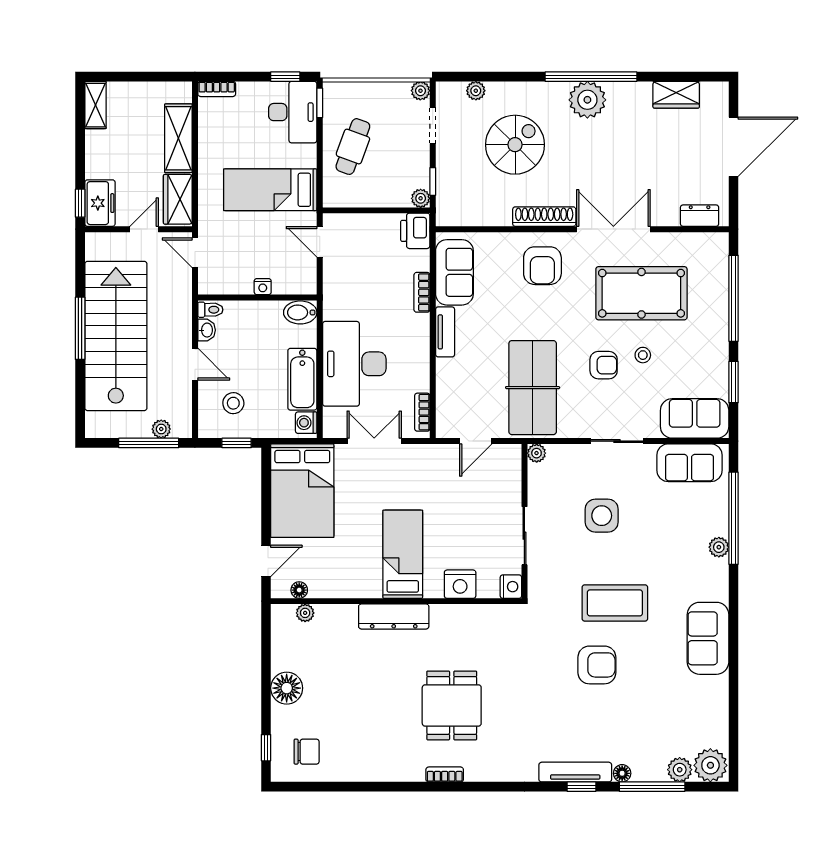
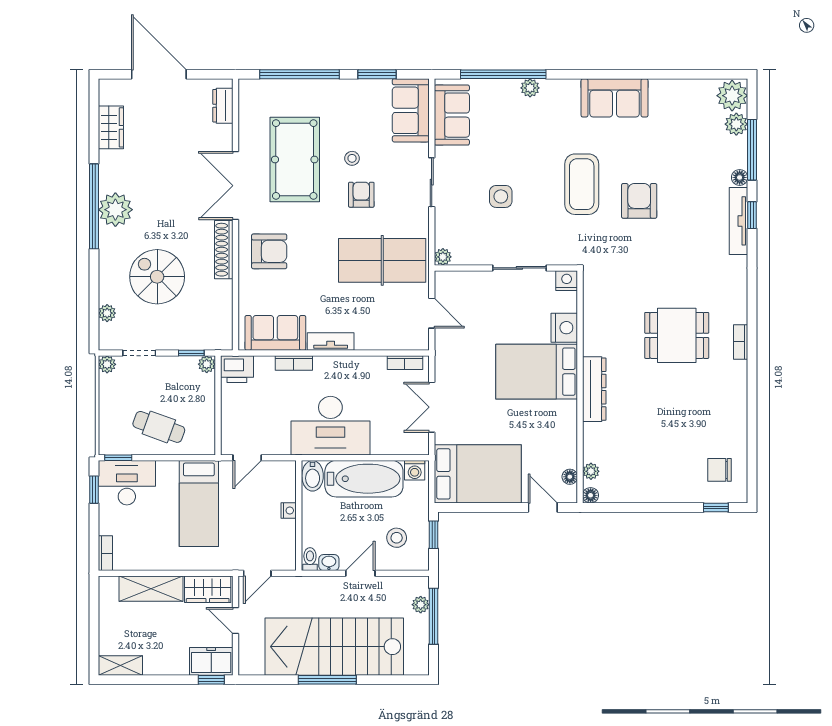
desk: (354, 364) -> (330, 426), moved
bathtub: (302, 379) -> (364, 479), width x1.36, depth x1.36
side table: (602, 516) -> (501, 196), width x0.73, depth x0.73
bed: (403, 554) -> (537, 372), width x1.50
floor lamp: (287, 688) -> (591, 495), moved, width x0.53, depth x0.53
chair: (307, 752) -> (720, 470), turned -90

